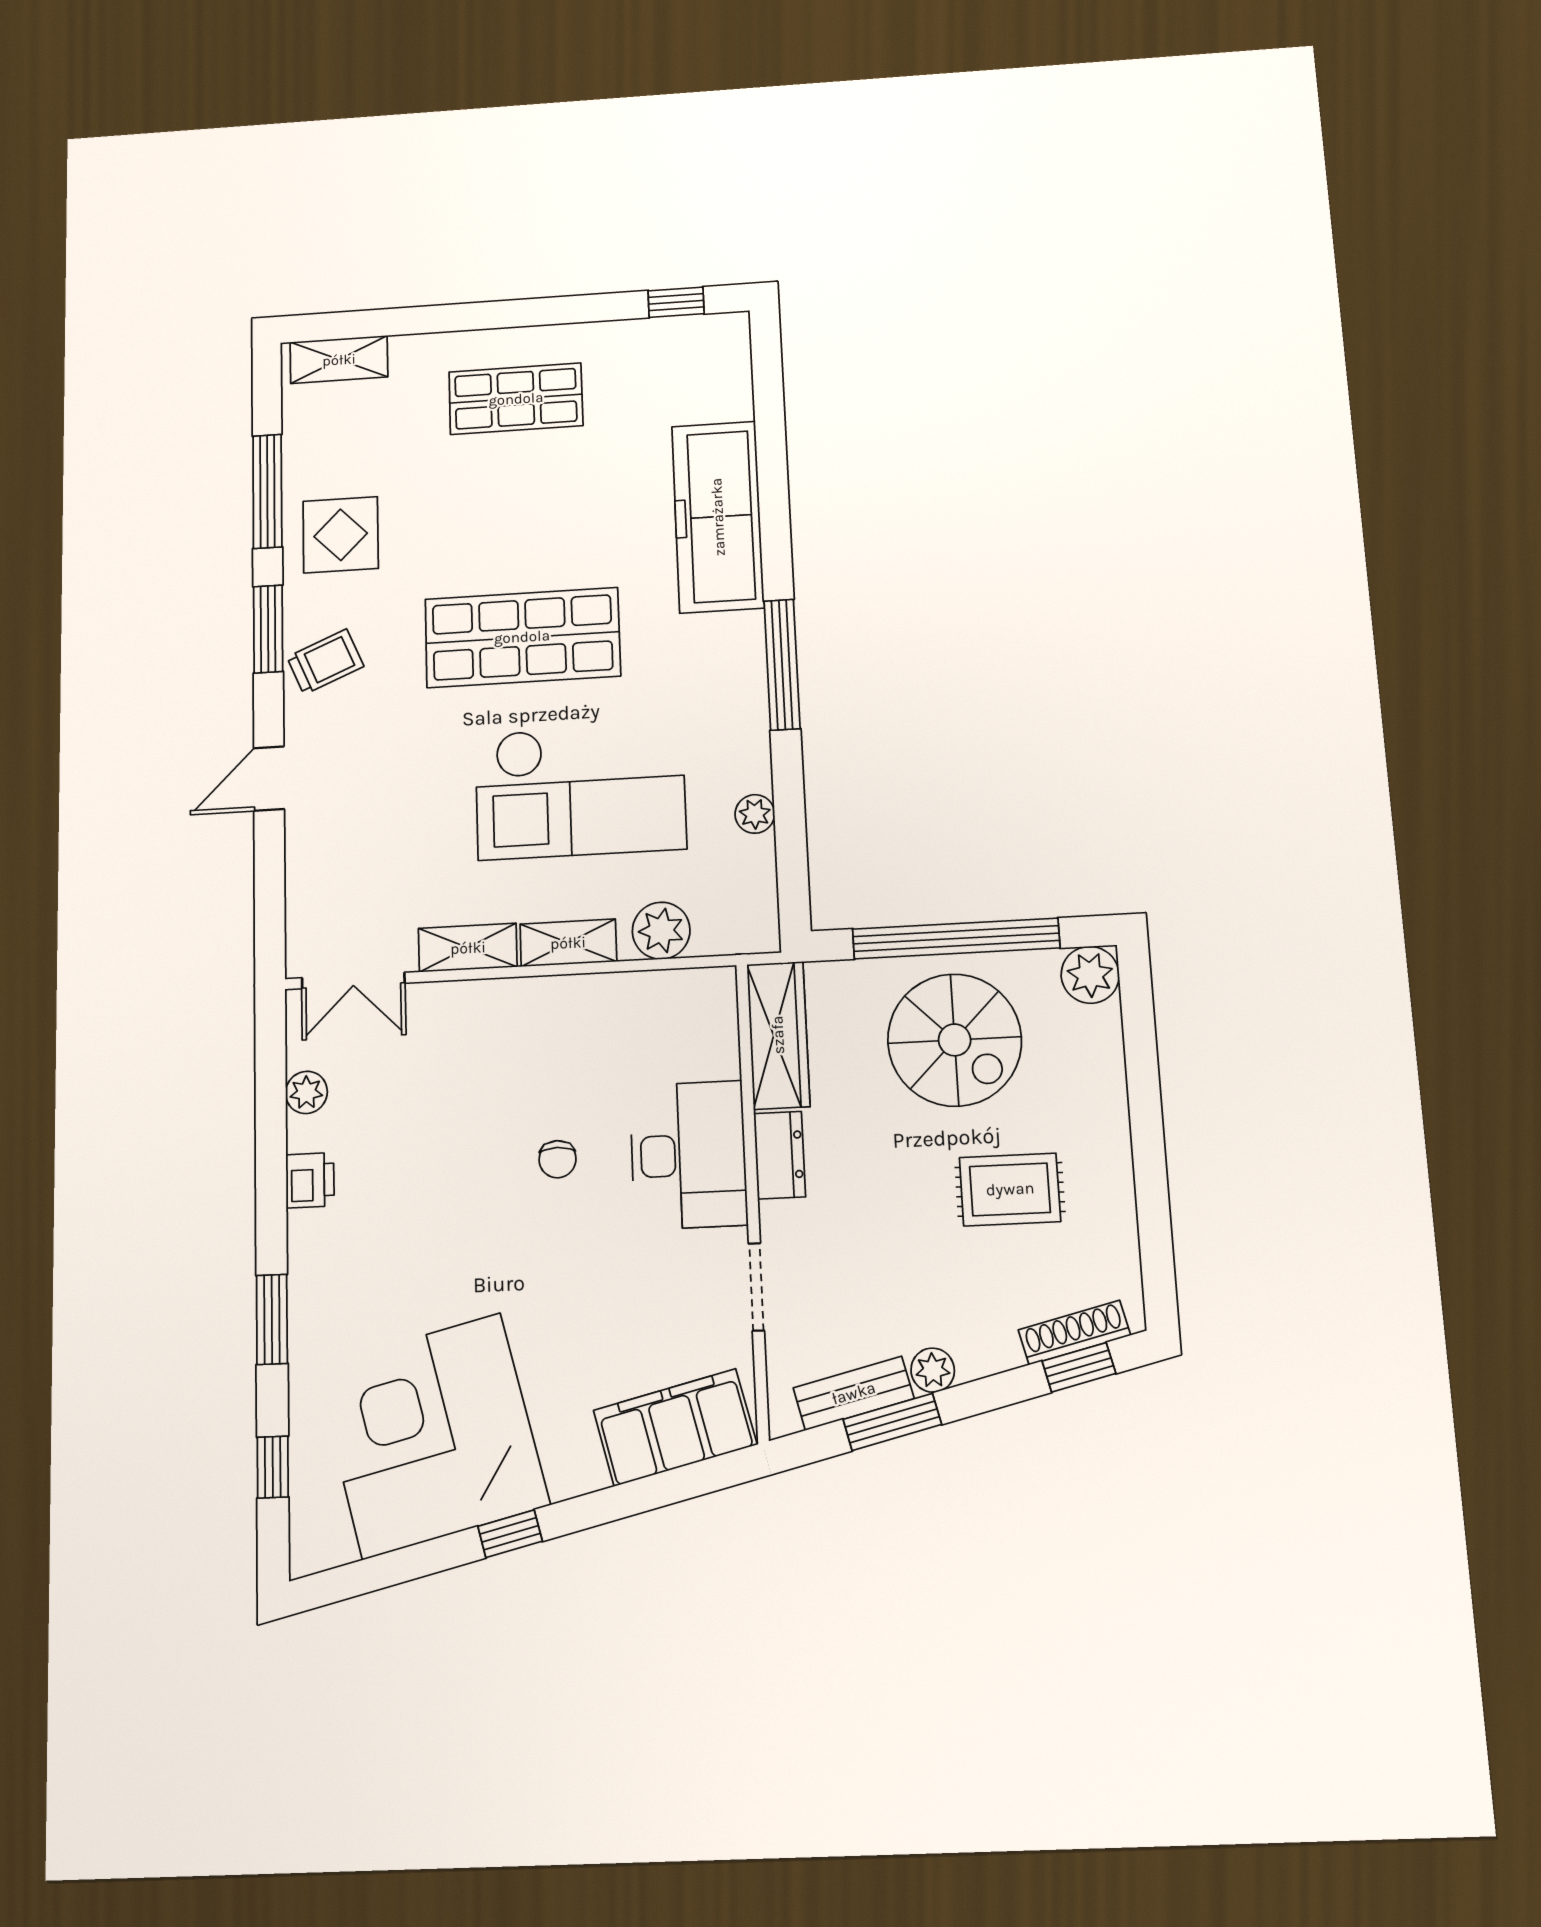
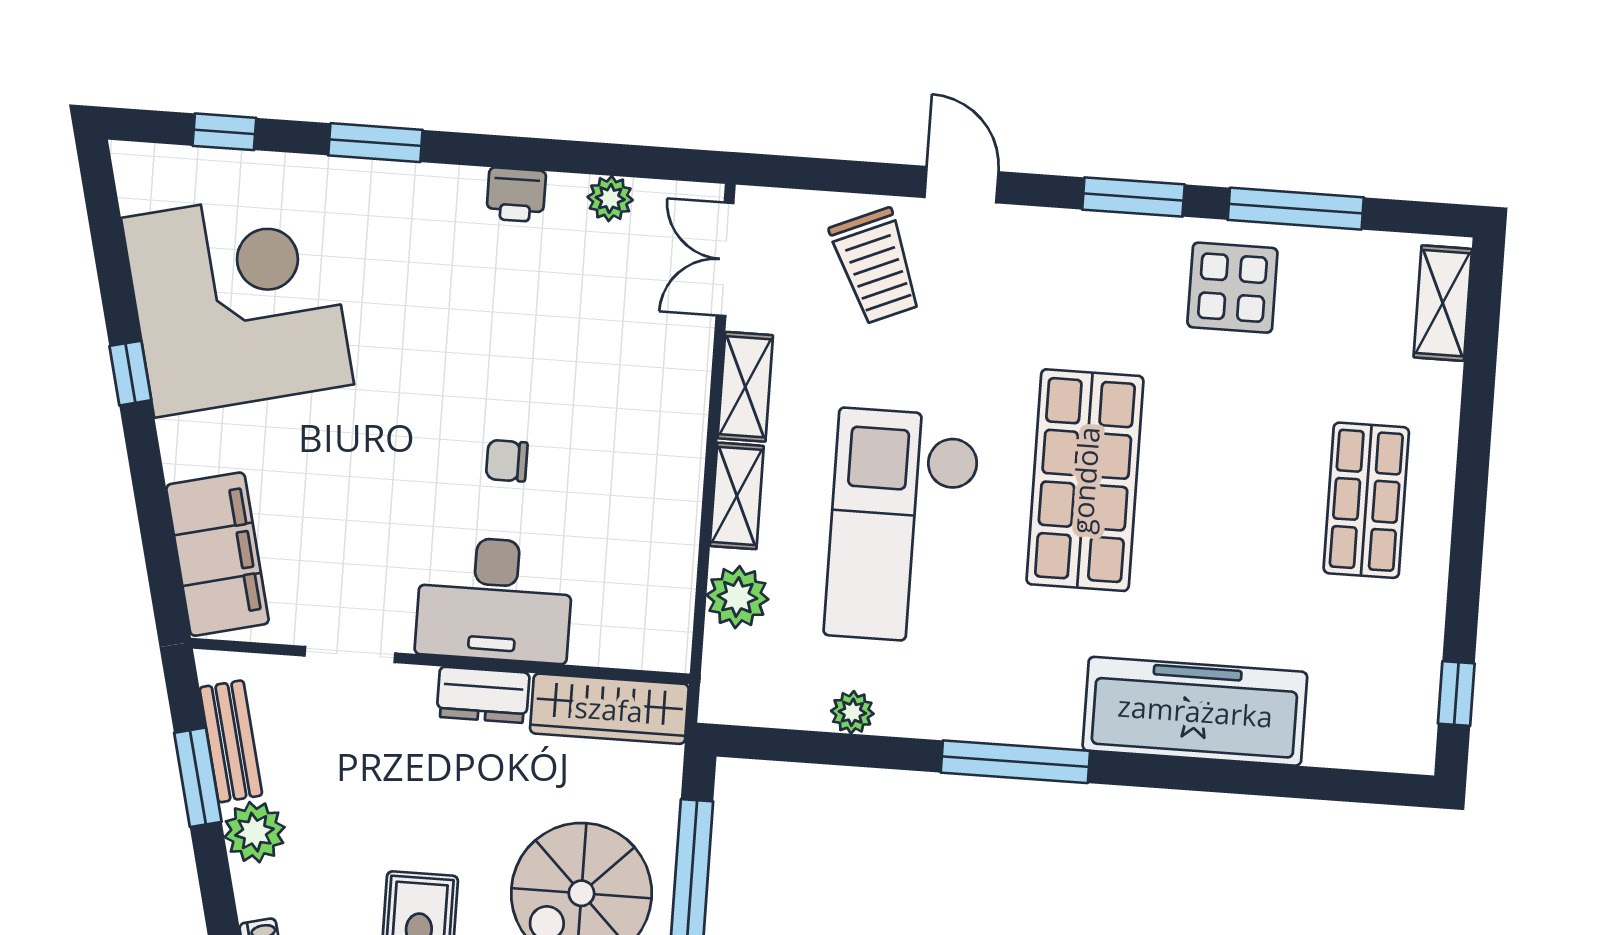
trolley: (325, 662) -> (876, 266), moved, width x1.36, depth x1.39
plant: (933, 1370) -> (254, 832), width x1.38, depth x1.38

